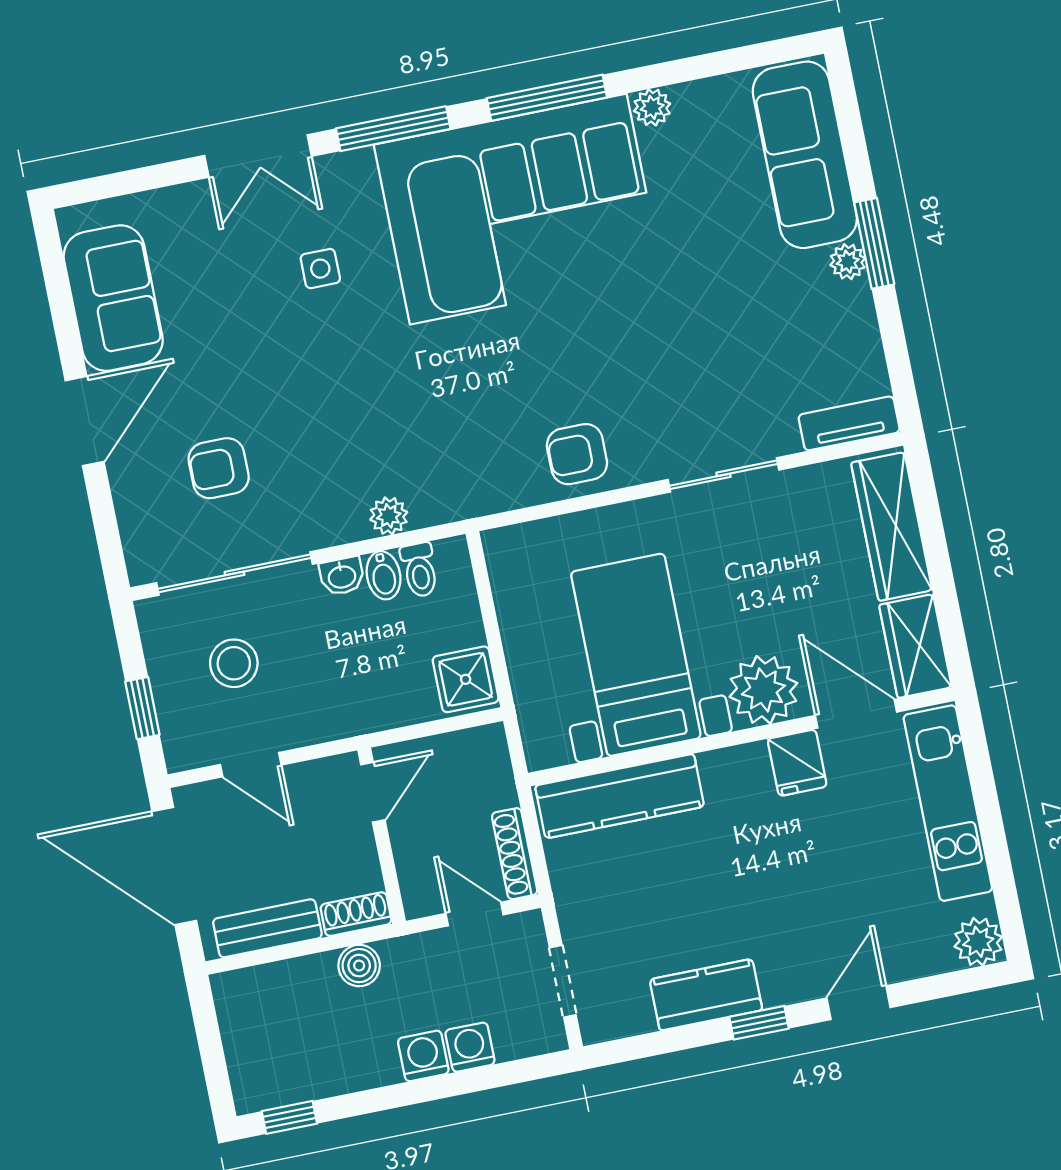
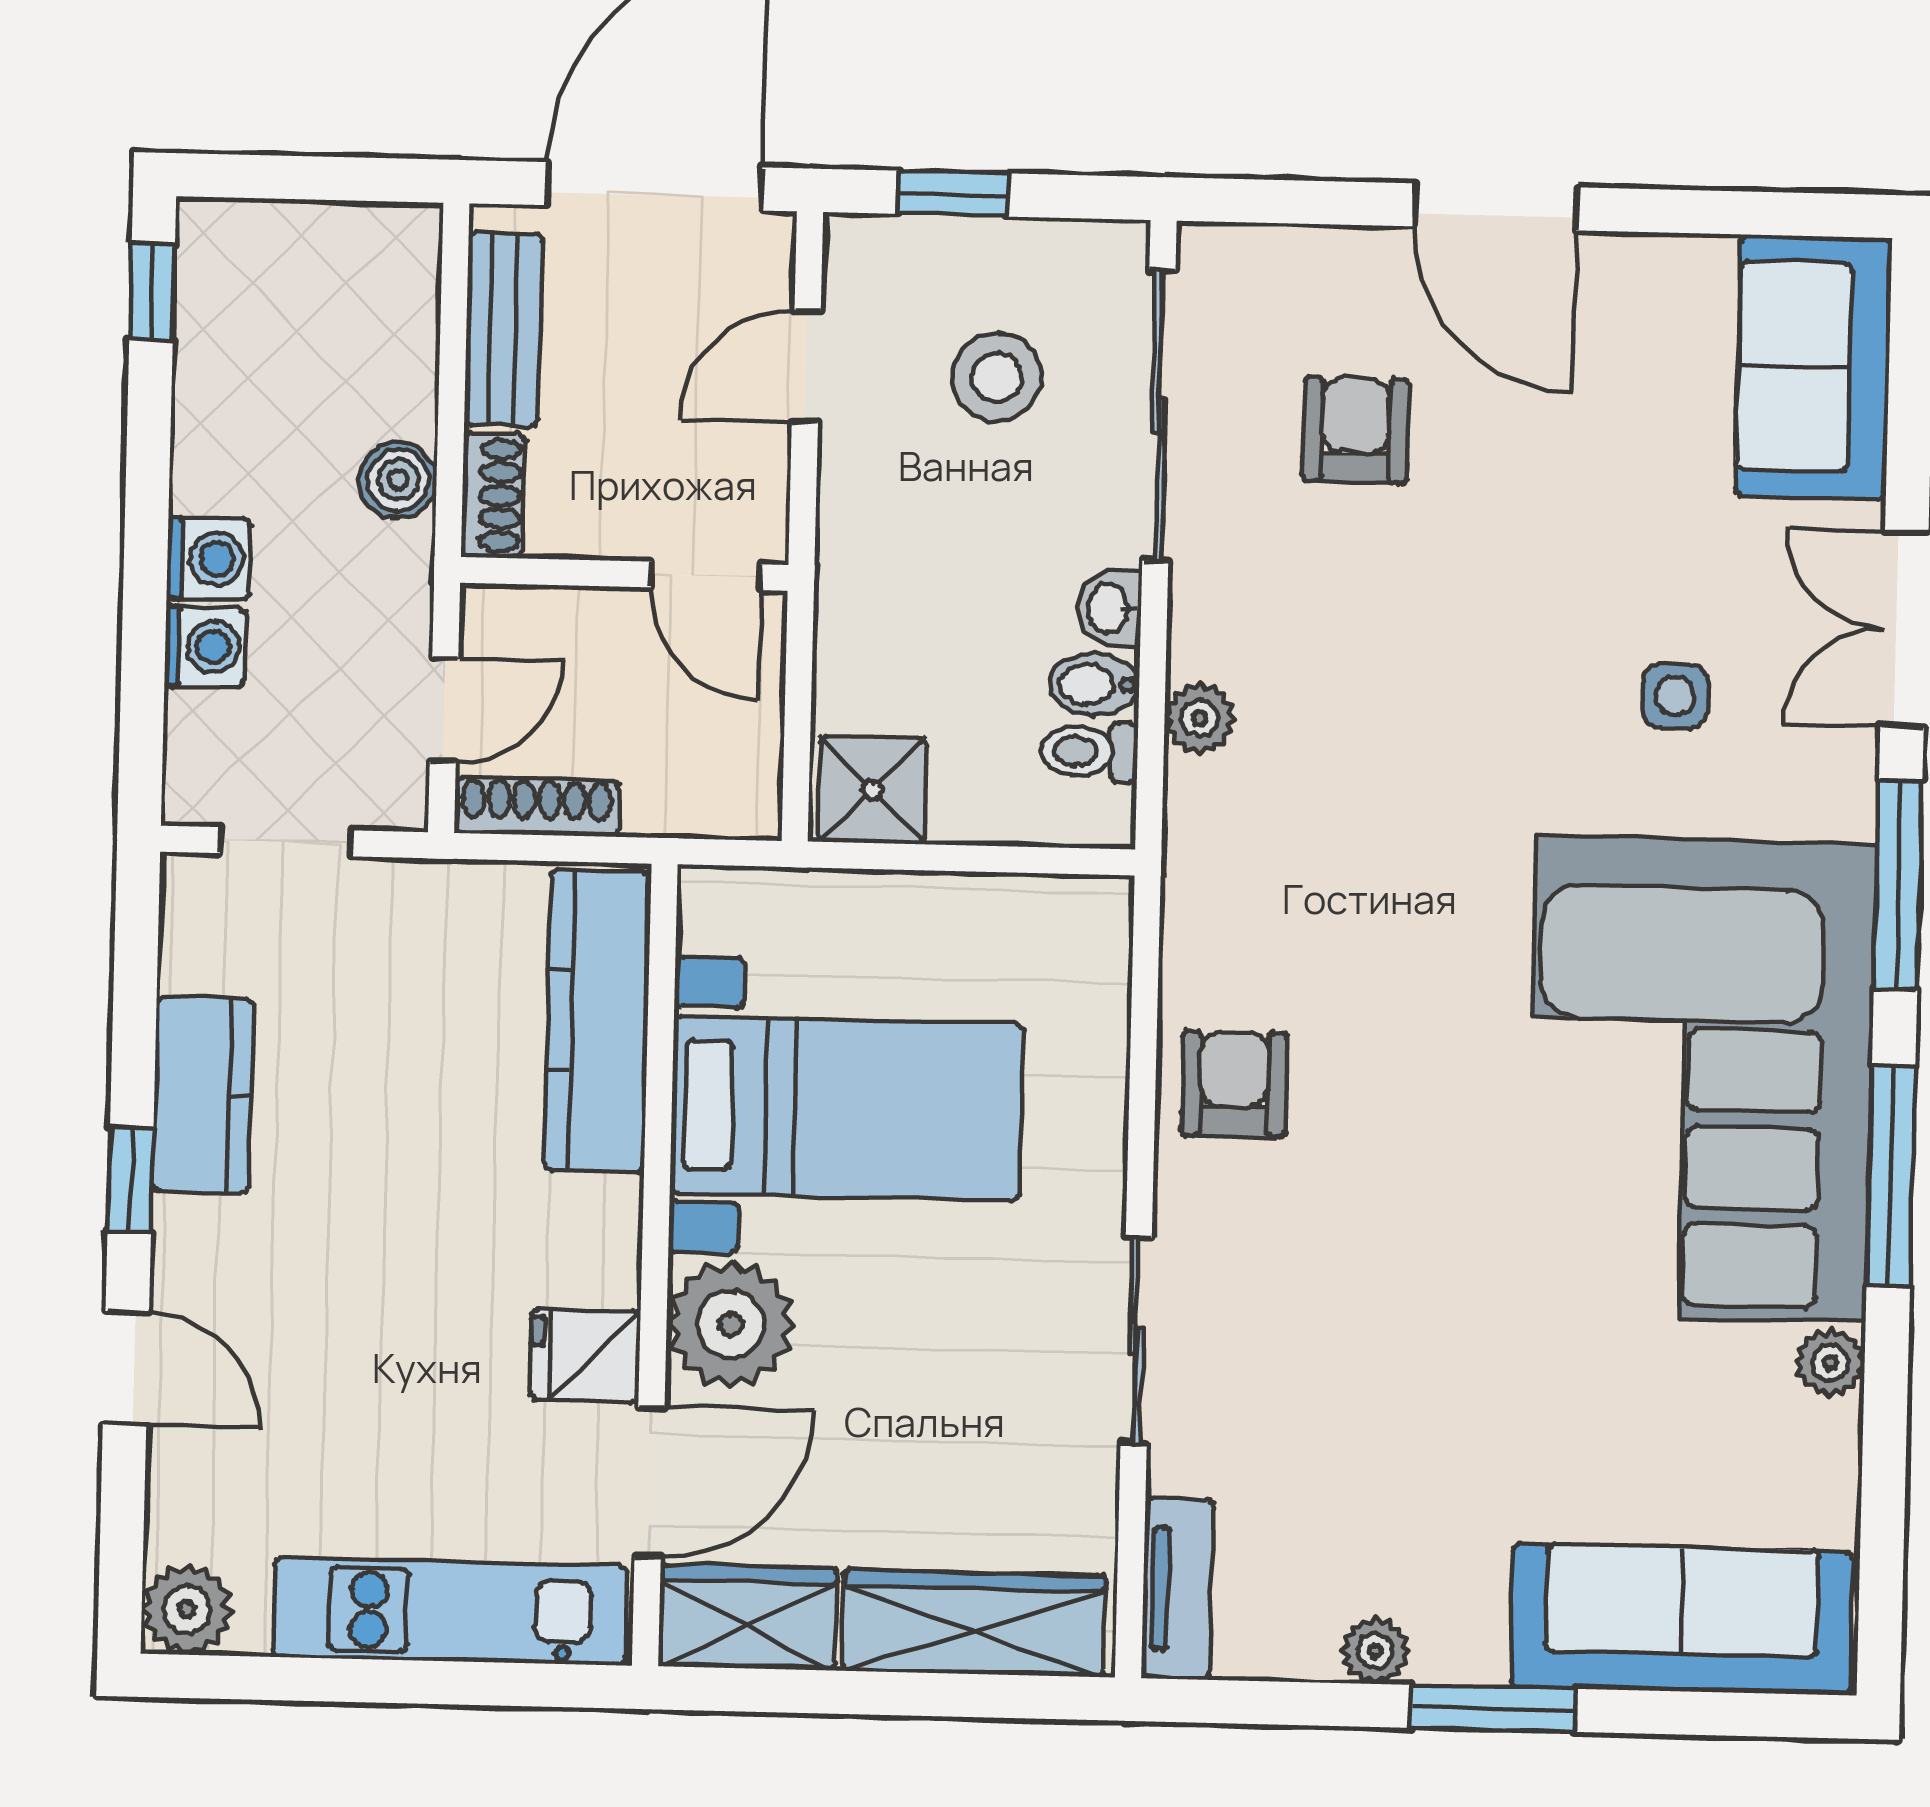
plant: (848, 262) -> (1375, 1651), moved
sofa: (113, 298) -> (1814, 367), moved, turned 90

